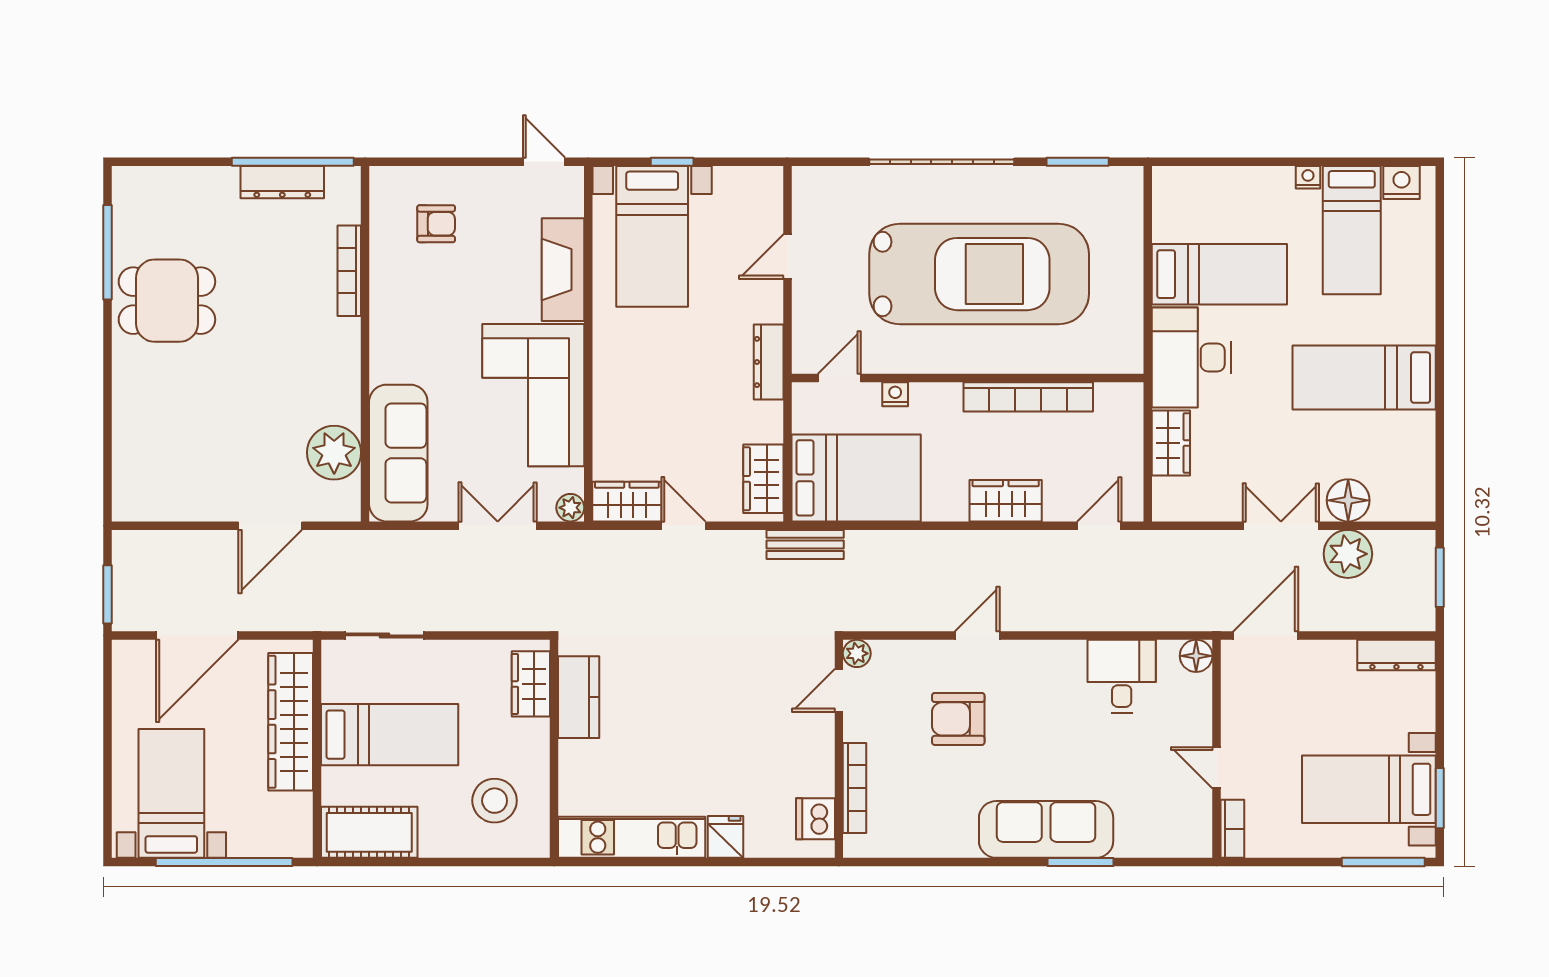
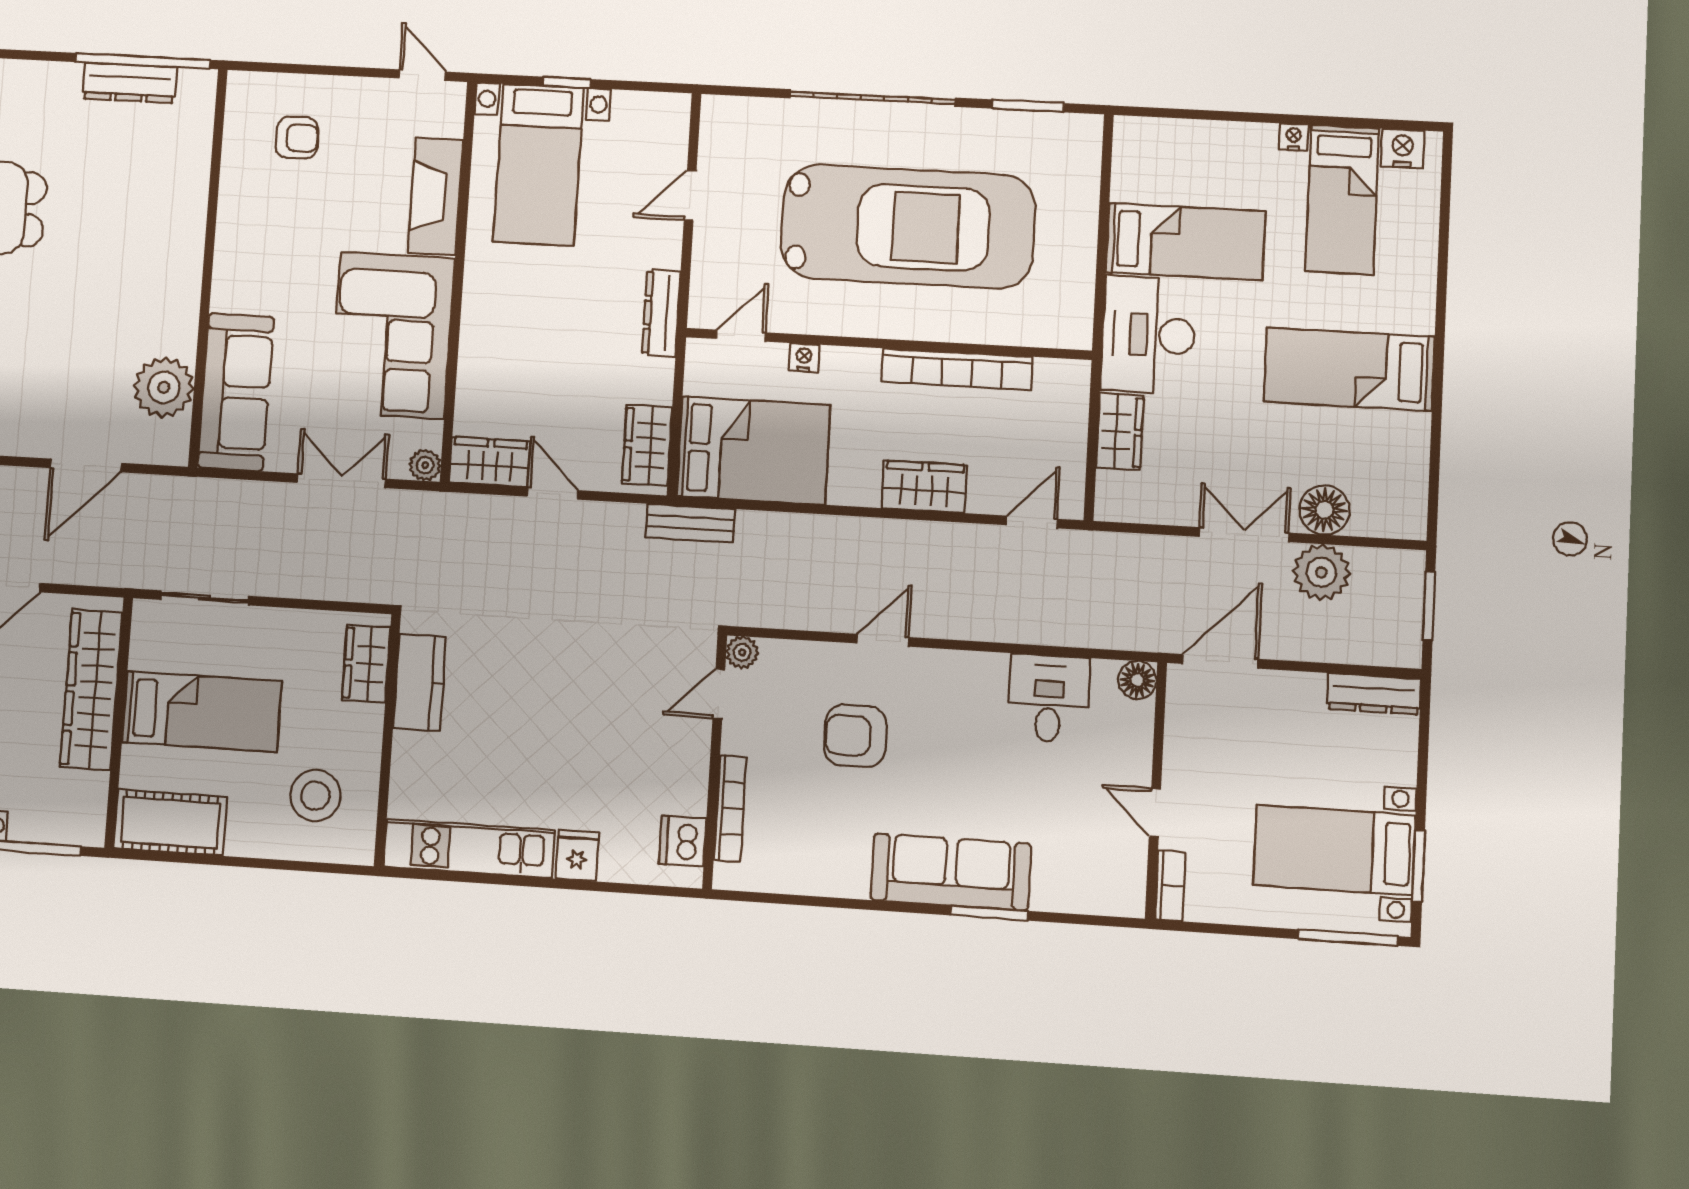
bookcase: (349, 271) -> (196, 185), removed

